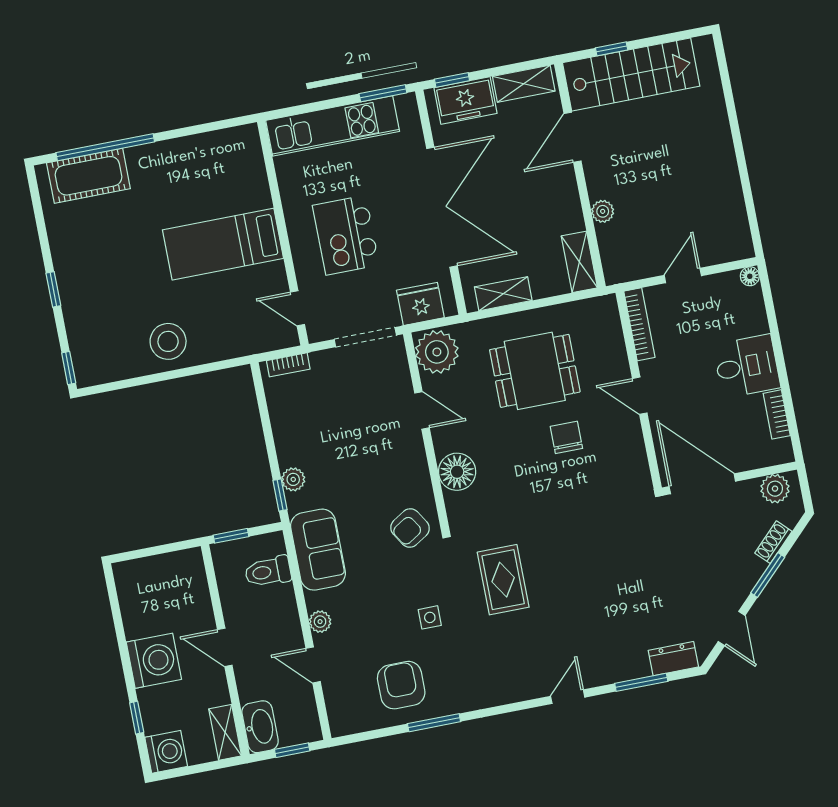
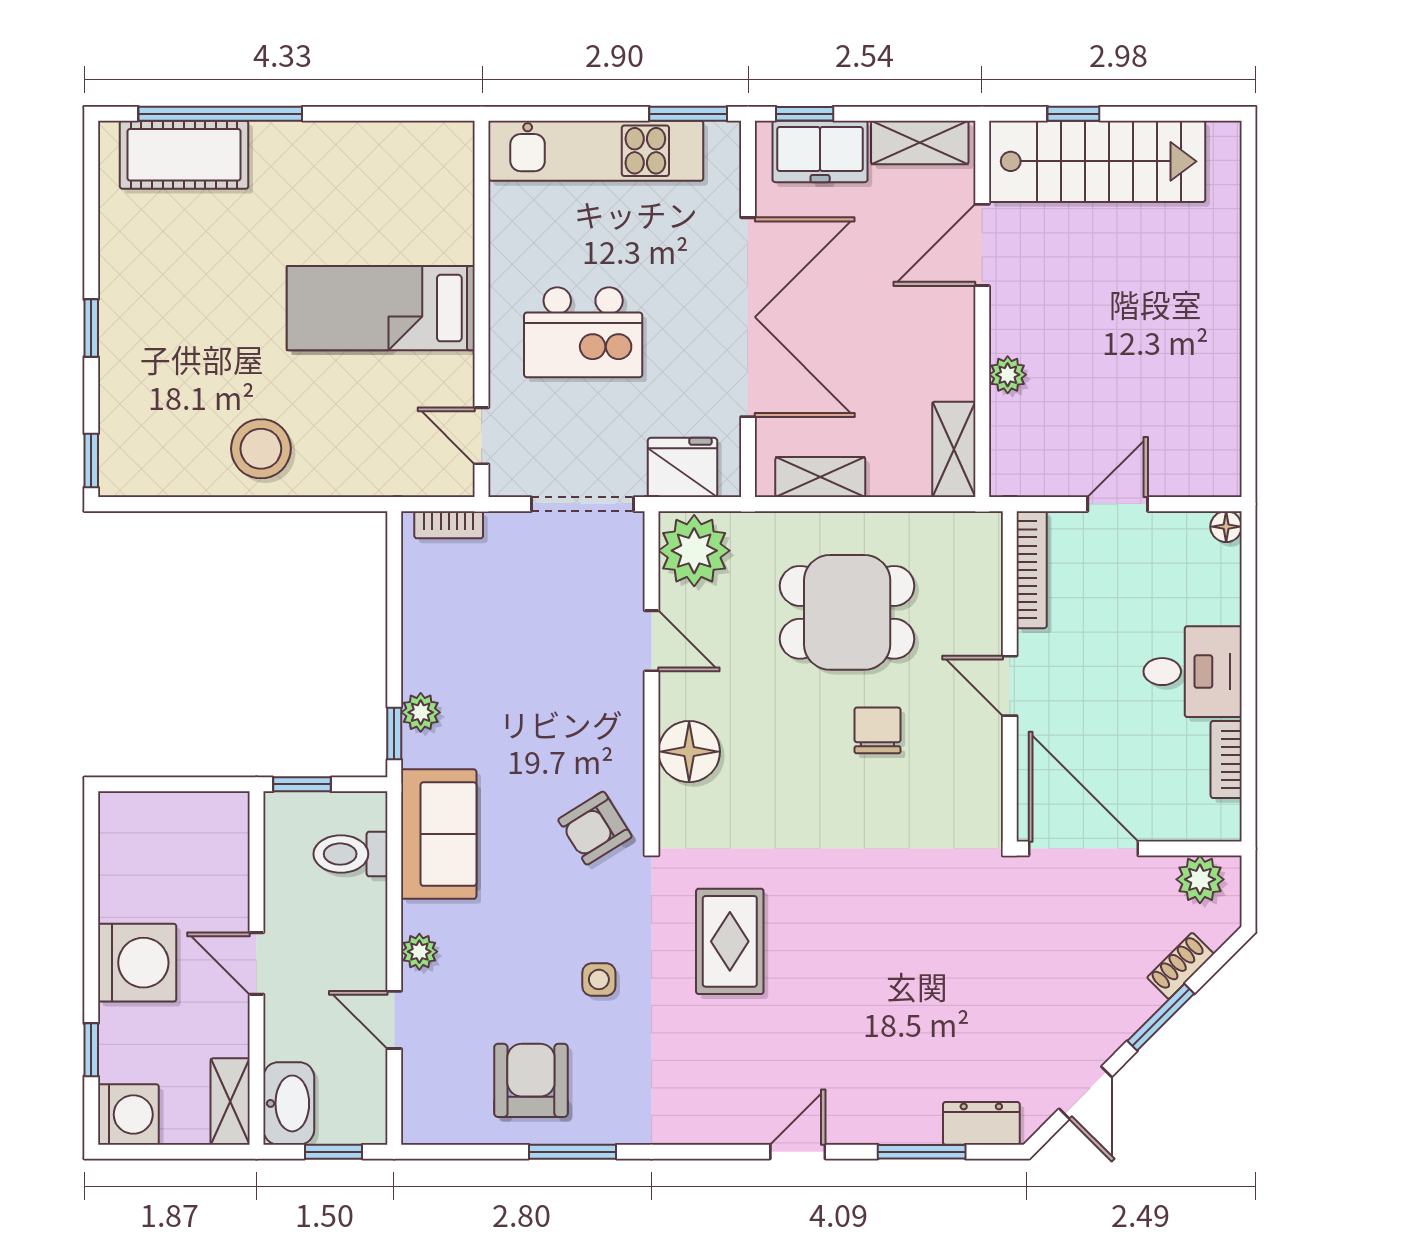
kitchen island: (346, 235) -> (583, 332), turned -90

